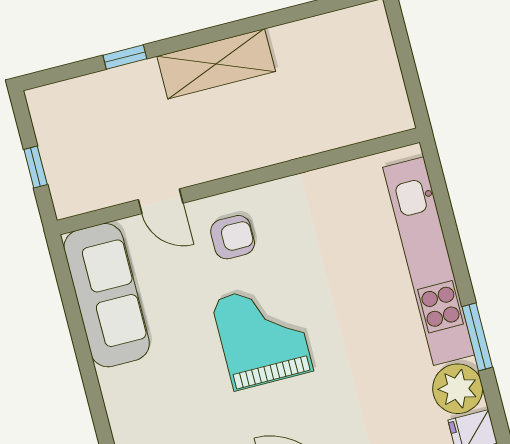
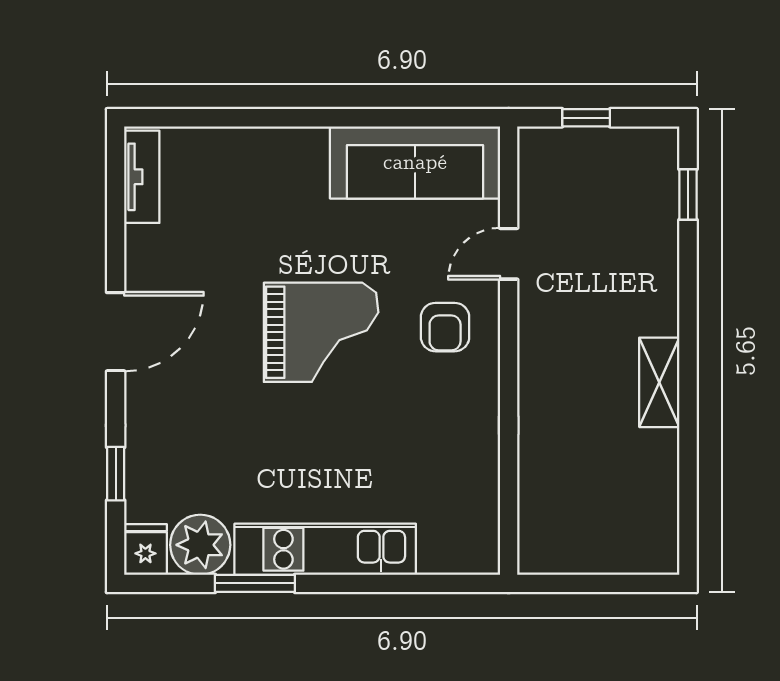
window: (125, 57) -> (688, 195), moved
shelving: (216, 64) -> (659, 382), width x0.67, depth x0.75
kitchen unit: (429, 261) -> (325, 549), width x0.73

